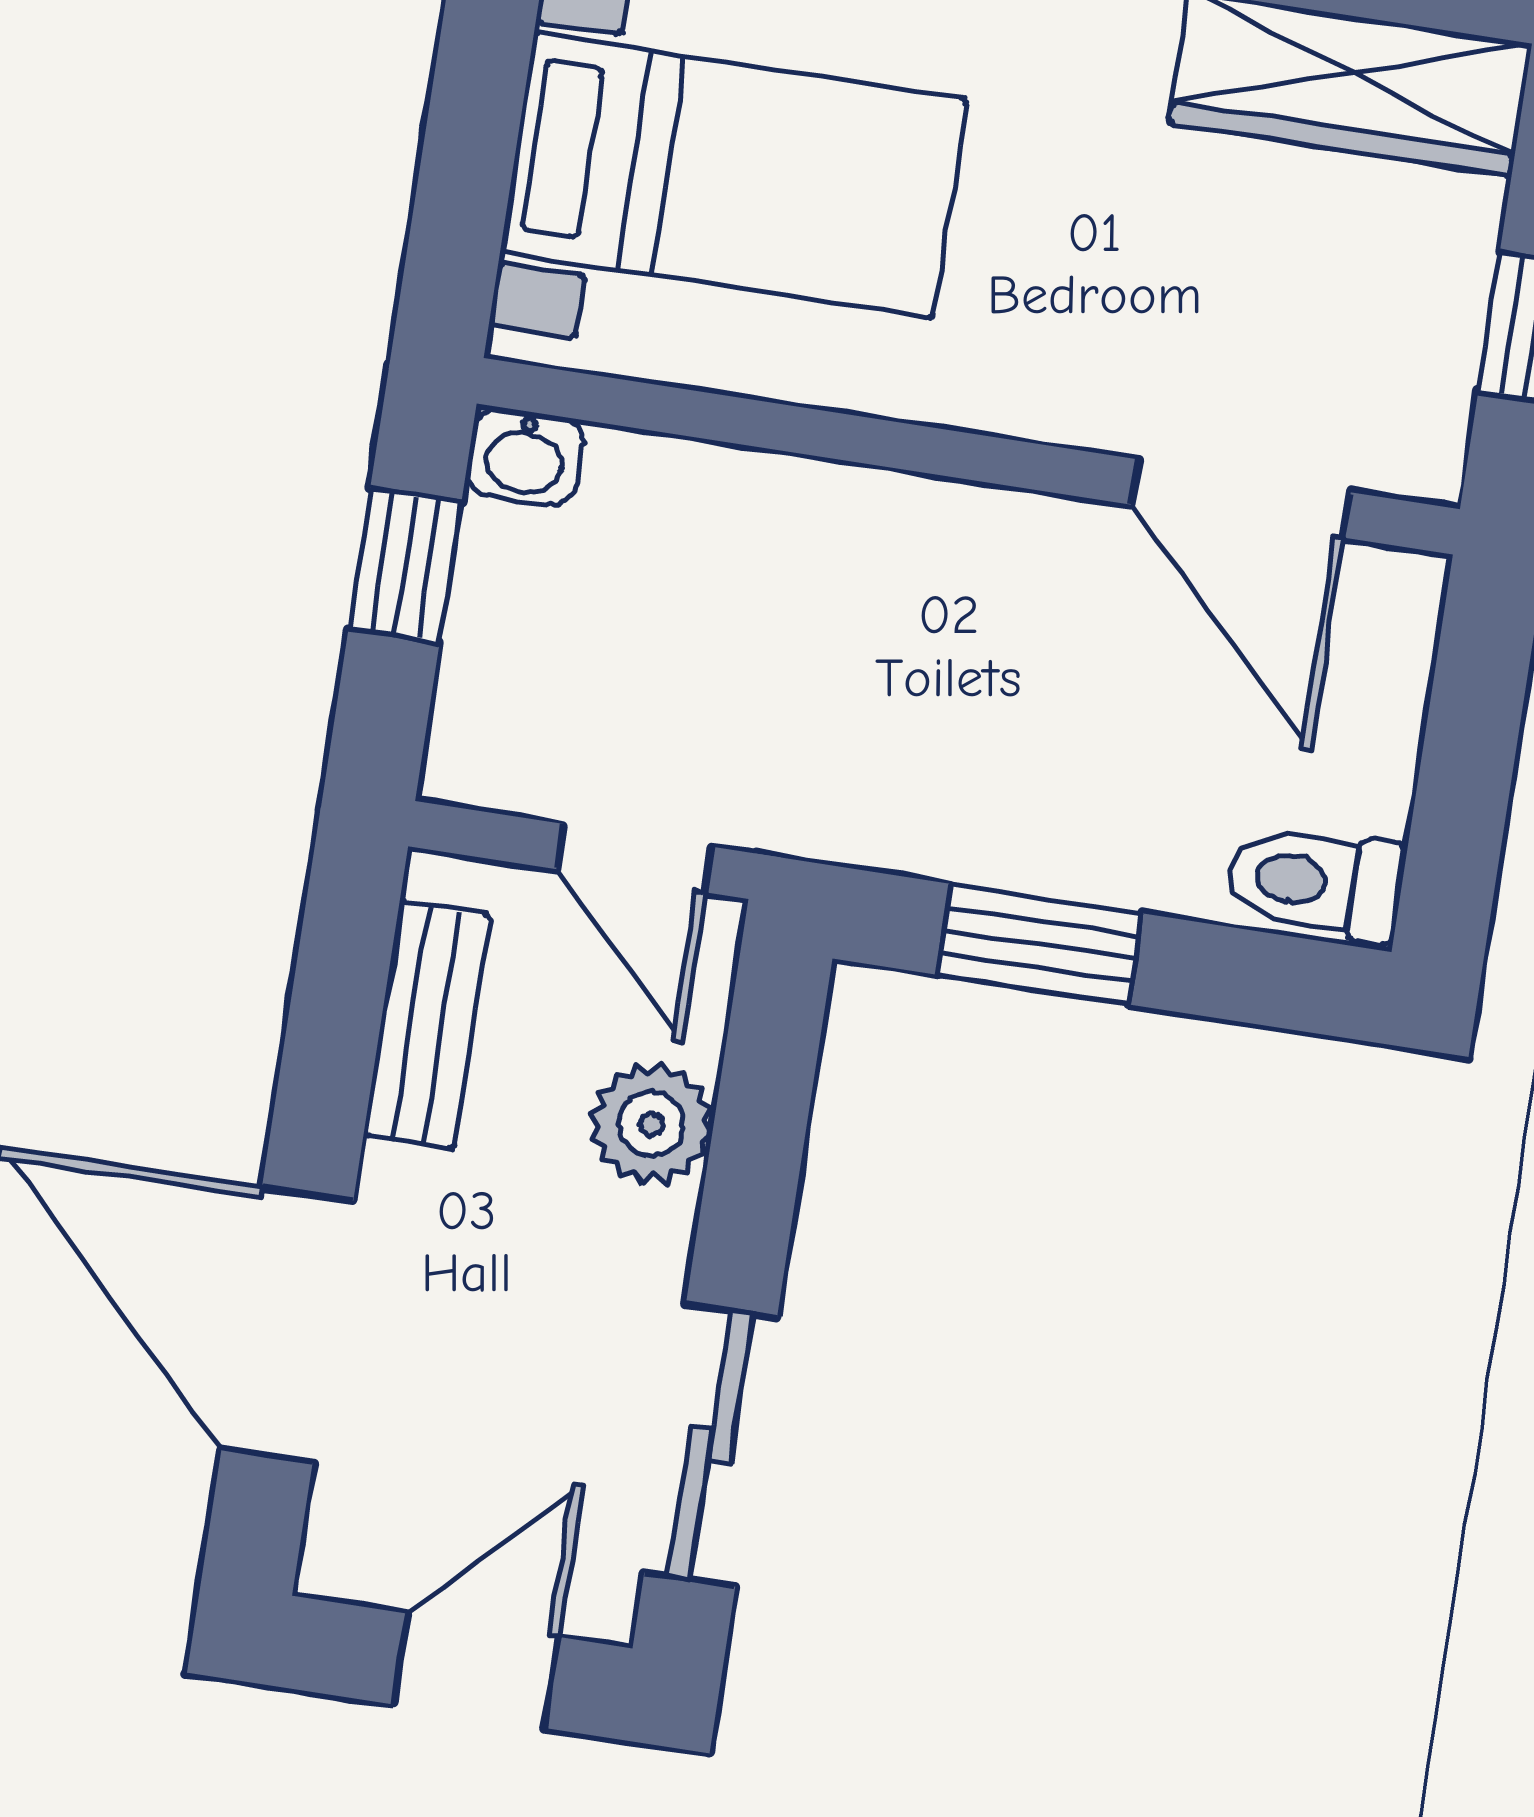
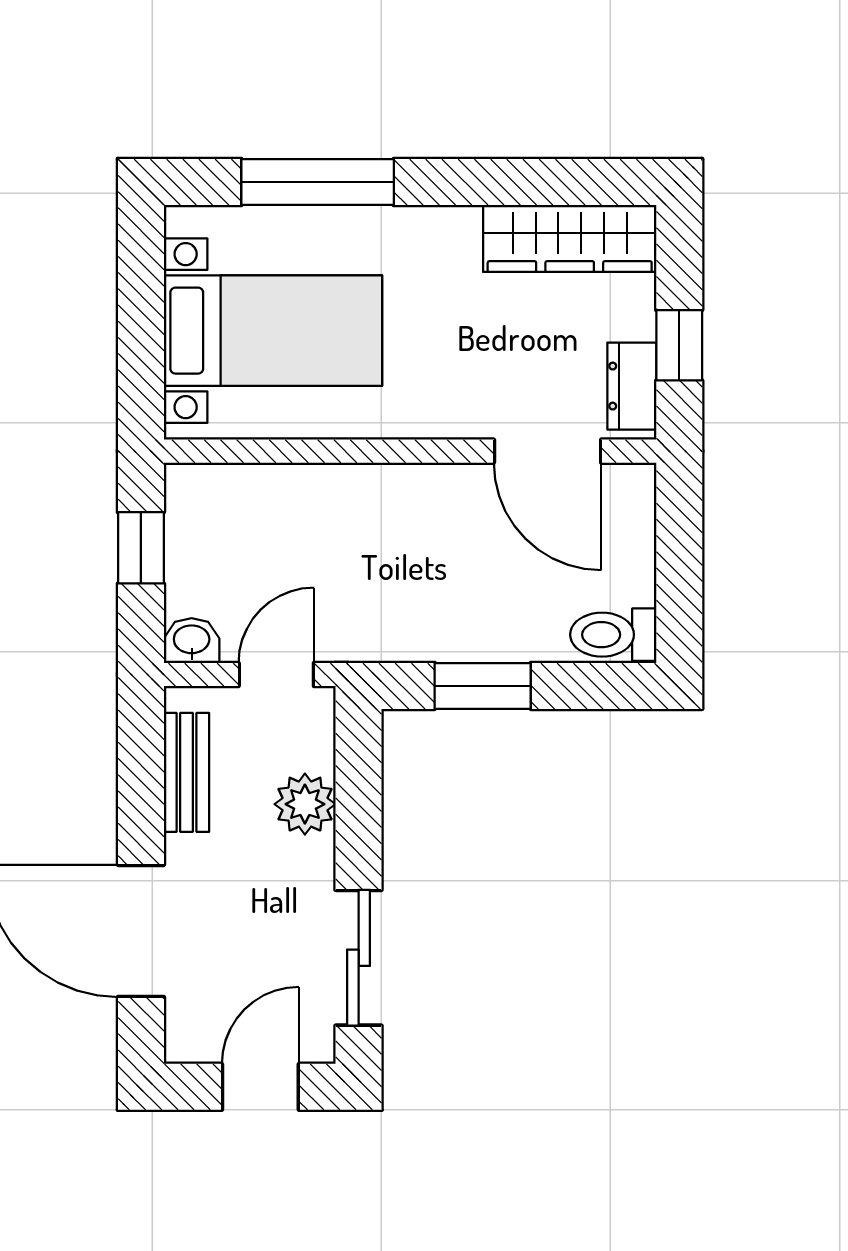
dresser: (1428, 395) -> (632, 386), added
washbasin: (525, 456) -> (192, 641), moved, turned 180
door: (634, 858) -> (276, 674), swing flipped

